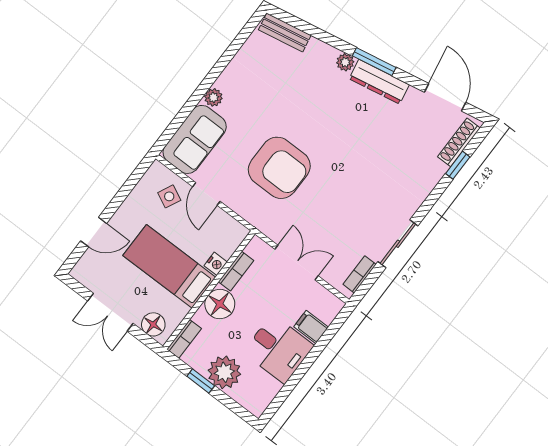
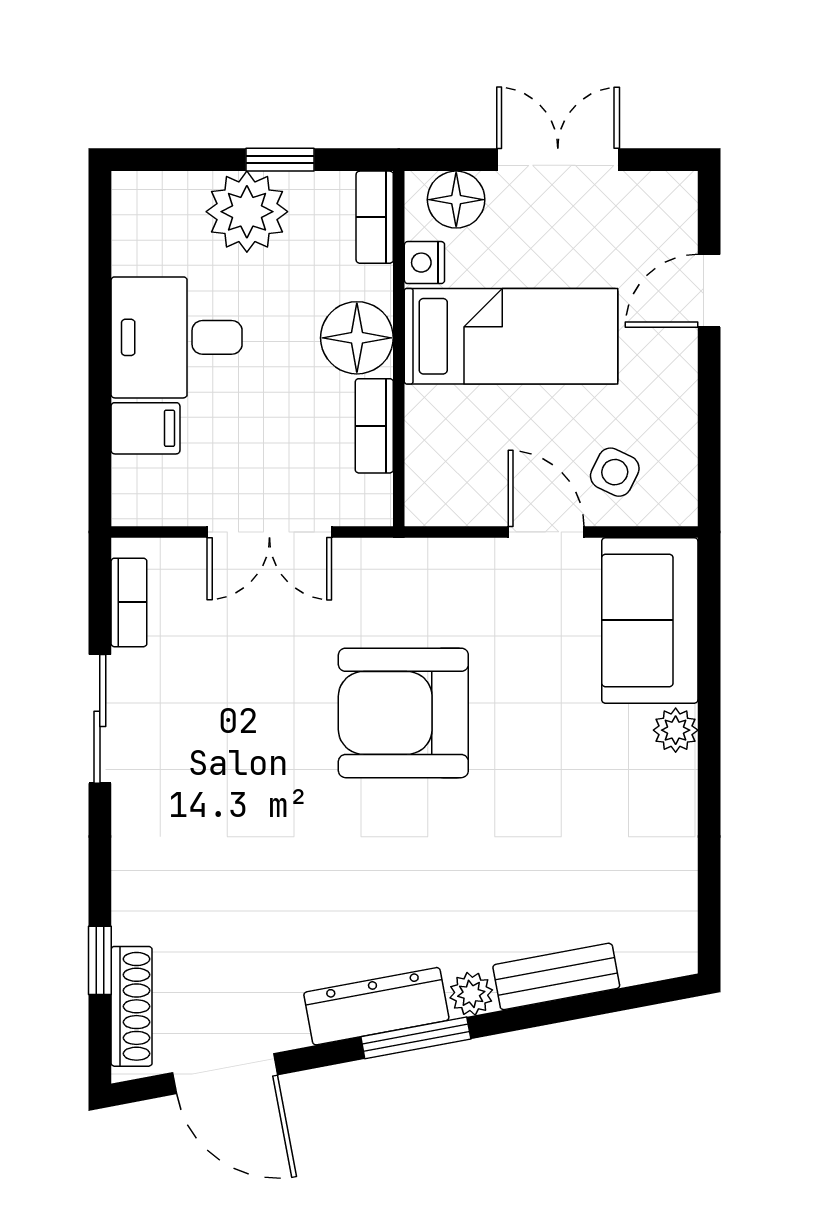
bench: (285, 32) -> (556, 976), moved
armchair: (279, 168) -> (403, 713), moved
nightstand: (216, 264) -> (424, 263), moved

